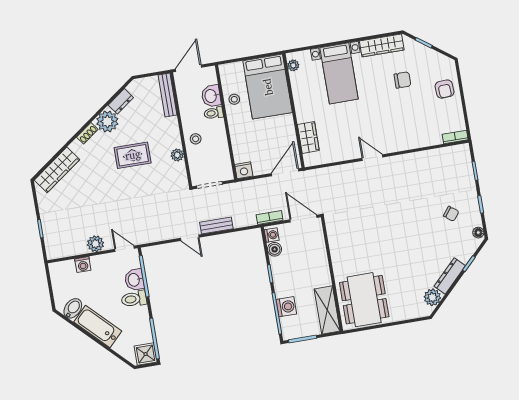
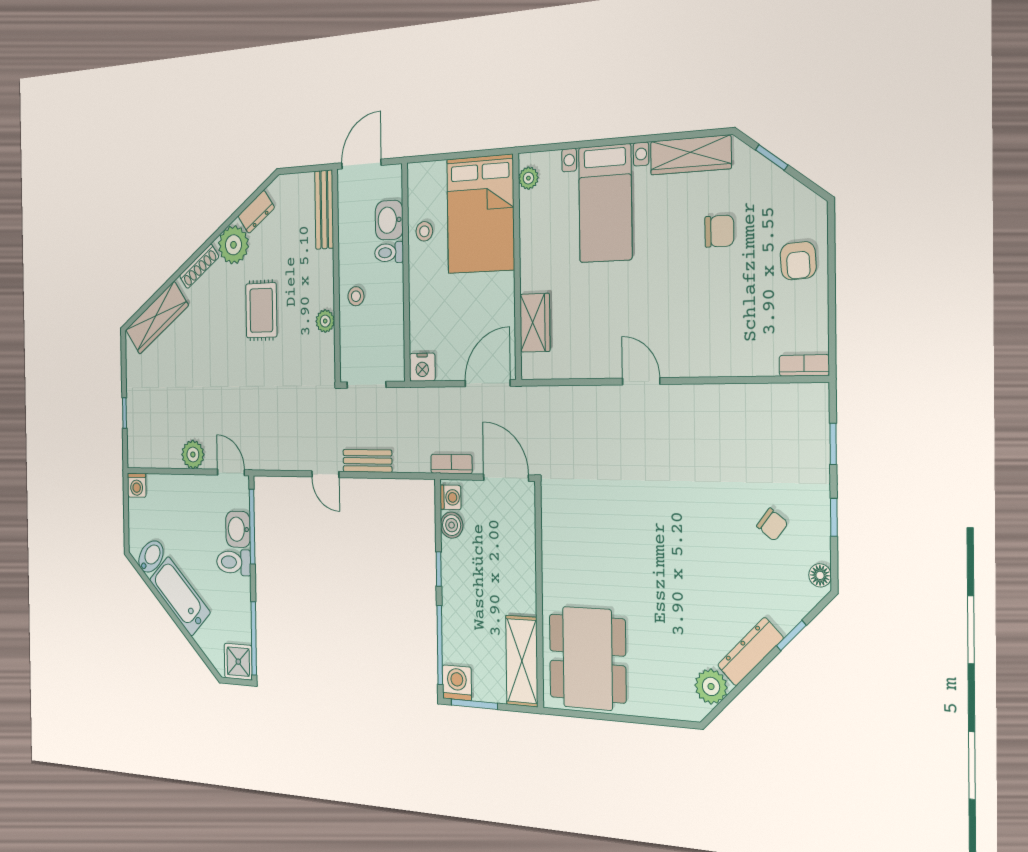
shoe rack: (87, 133) -> (199, 266), width x1.43
rug: (133, 155) -> (261, 310), turned 90
washing machine: (83, 265) -> (137, 485), moved
washing machine: (286, 307) -> (457, 683), moved, turned -90

